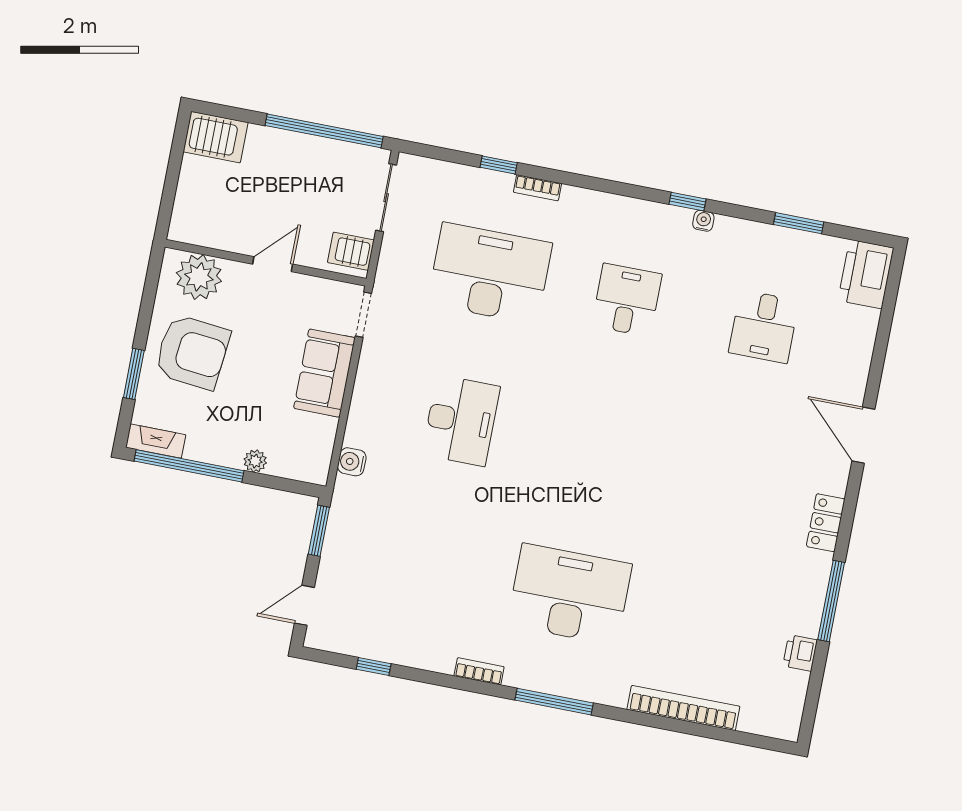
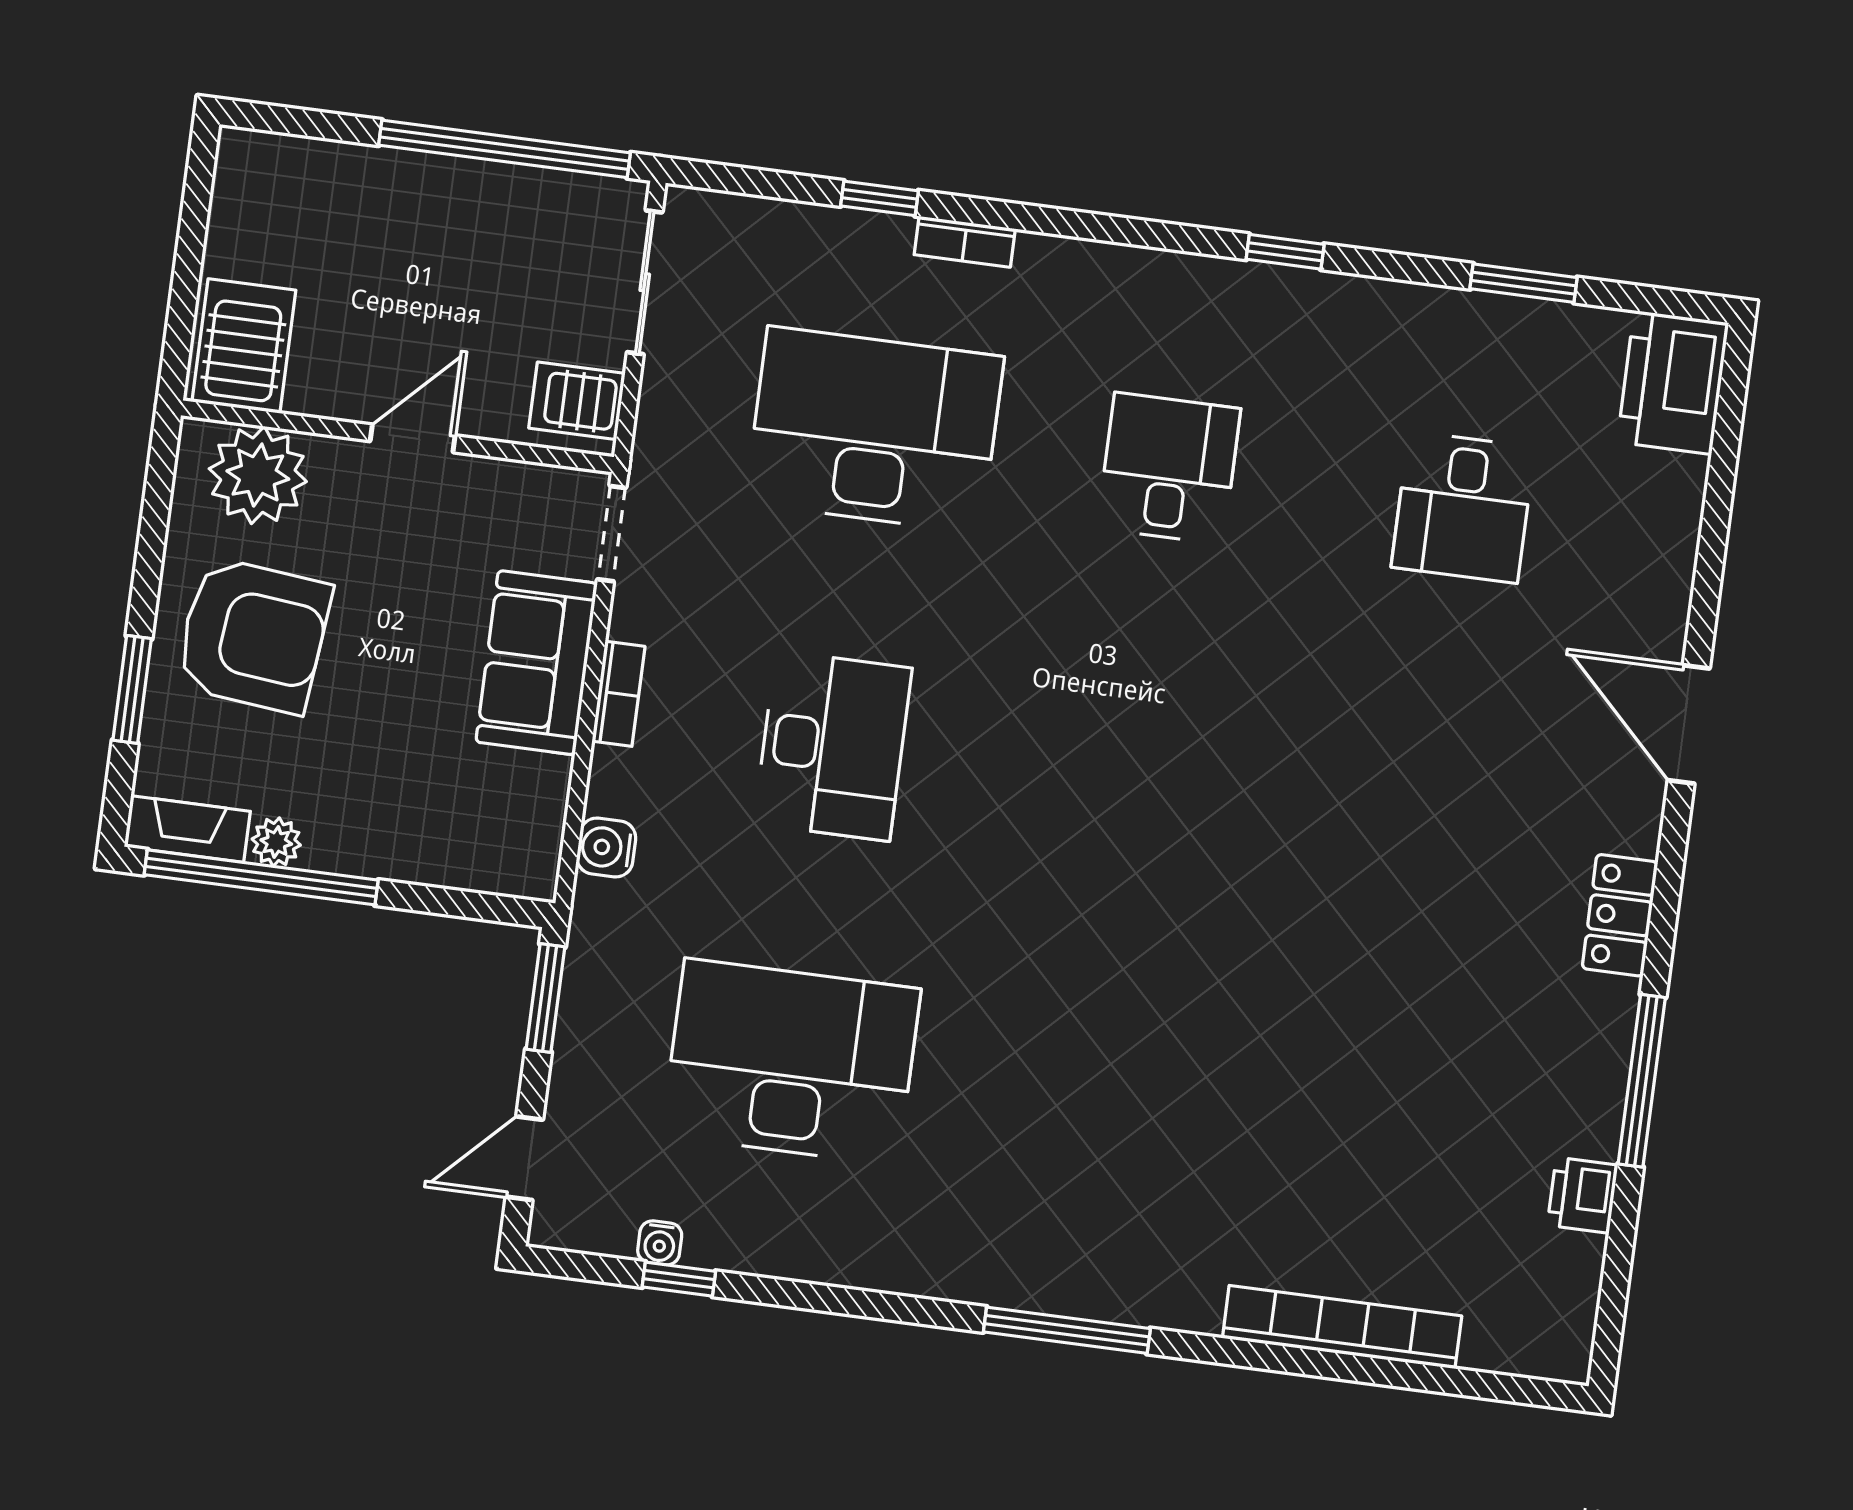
server rack: (216, 137) -> (244, 346), moved, turned -90
water cooler: (703, 221) -> (660, 1243), moved, turned 180
plant: (255, 461) -> (276, 842), moved
desk: (570, 594) -> (791, 1062), moved
bookcase: (479, 671) -> (618, 694), moved, turned 90

